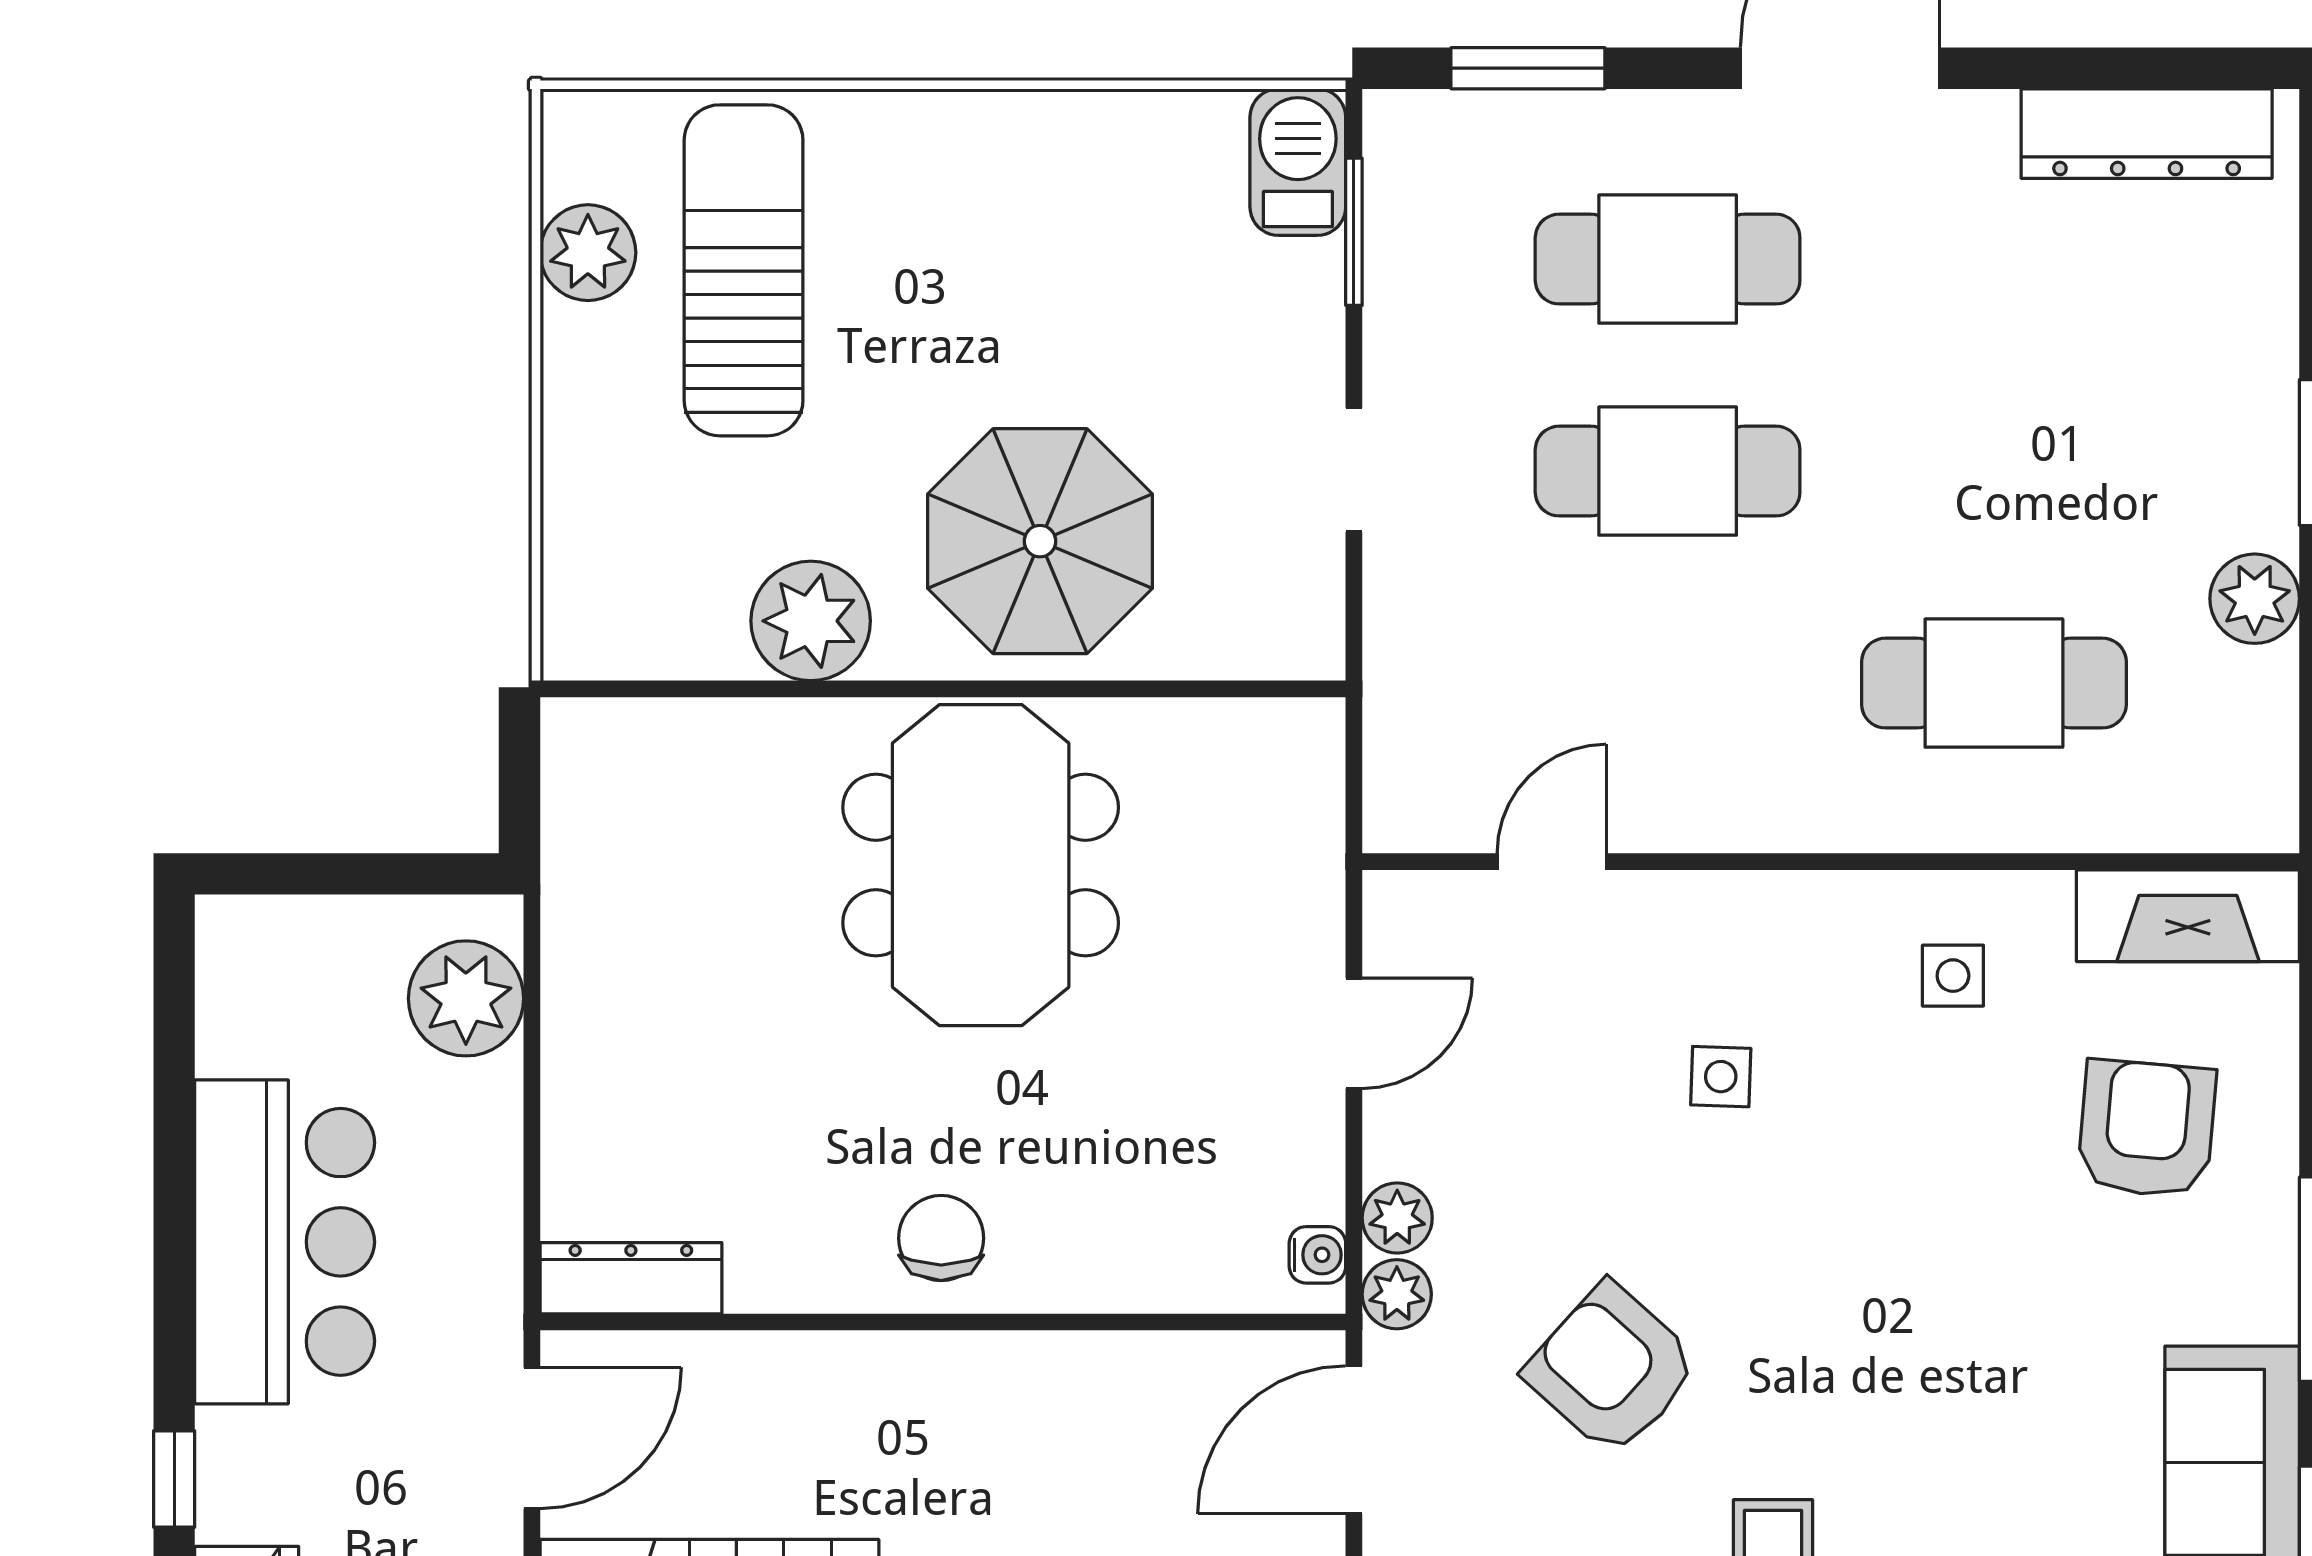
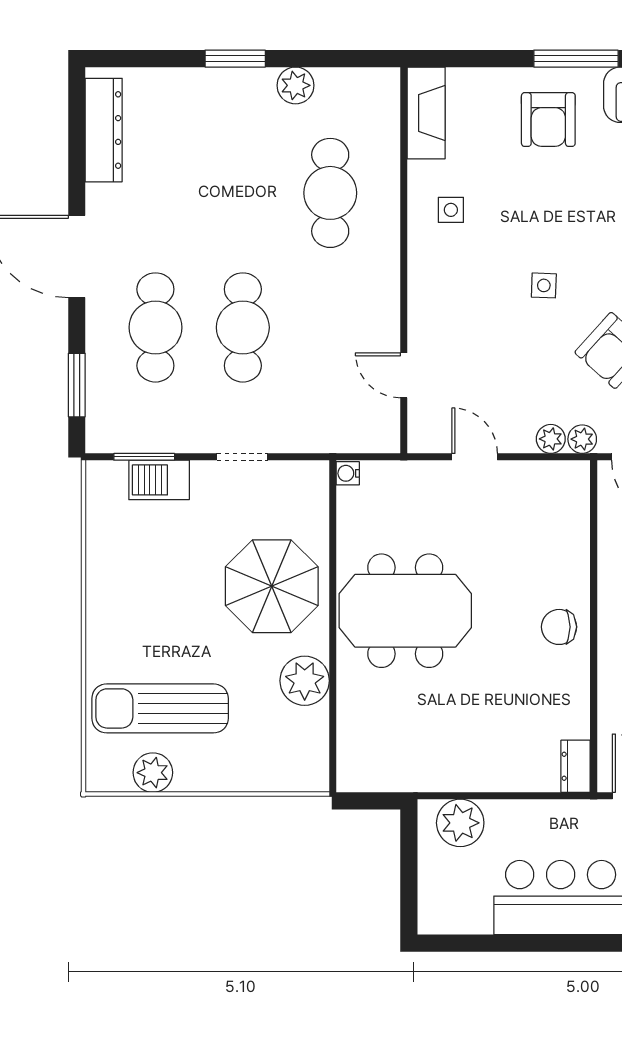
barbecue: (1298, 162) -> (159, 480), moved
side table: (1721, 1077) -> (544, 285), moved
armchair: (2147, 1129) -> (548, 120), moved, turned -95
water cooler: (1317, 1255) -> (348, 473), moved, turned -90
dresser: (631, 1278) -> (576, 766), width x0.70

